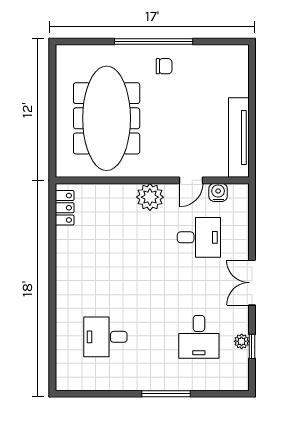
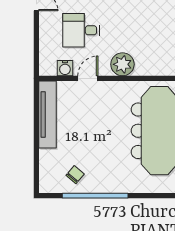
window: (154, 41) -> (95, 196), moved
chair: (164, 66) -> (75, 175), moved, turned 130

